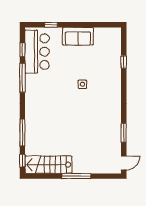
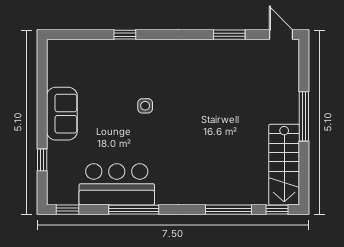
window: (22, 50) -> (68, 210), moved
bar counter: (37, 52) -> (117, 184), moved
window: (124, 62) -> (125, 35), moved

